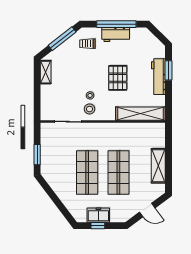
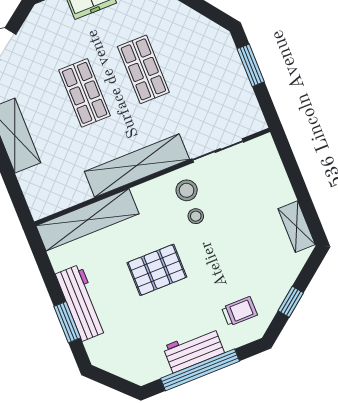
window: (62, 39) -> (291, 302), width x0.46
pallet: (118, 78) -> (157, 270), turned 90
shelving: (108, 130) -> (137, 165), added
shop shelf: (87, 173) -> (143, 69), width x0.70, depth x0.74
shop shelf: (118, 173) -> (85, 93), width x0.70, depth x0.74

